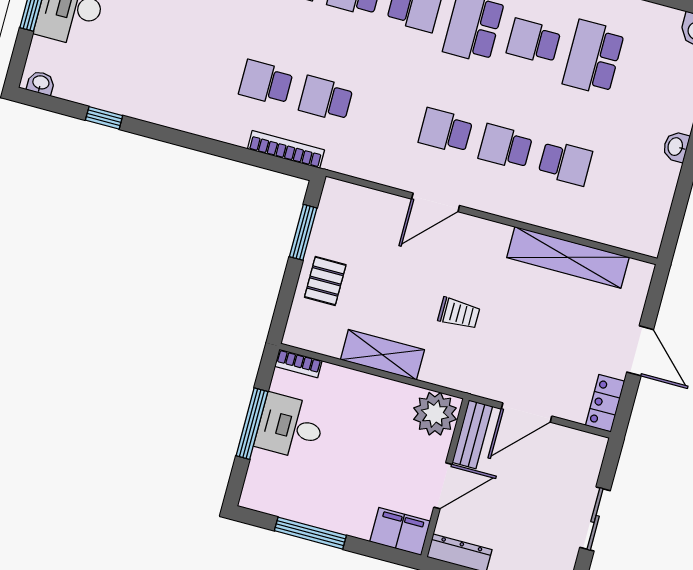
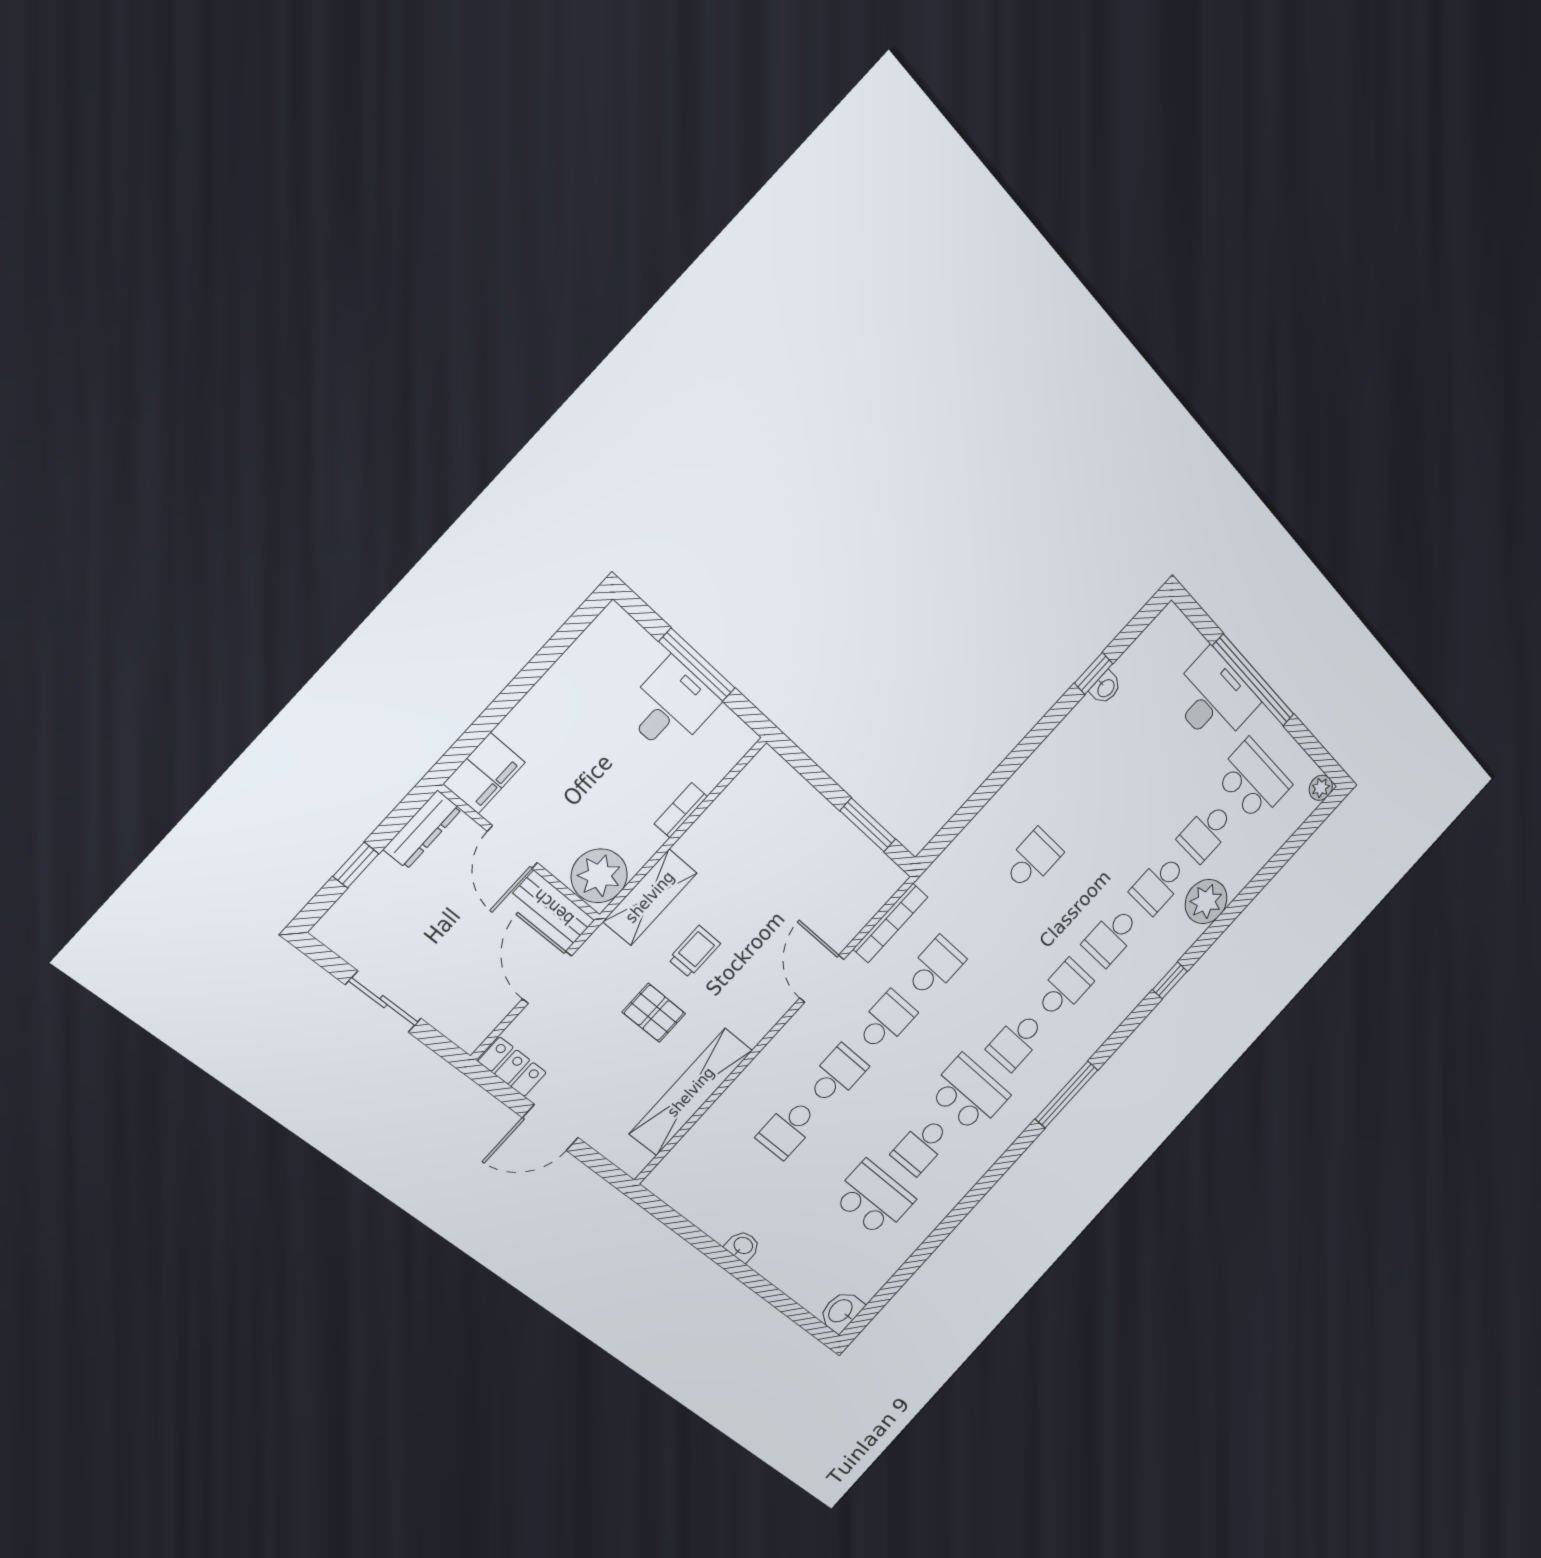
school desk: (534, 41) -> (921, 1146), turned 180
washbasin: (41, 83) -> (1106, 688), moved
school desk: (326, 99) -> (935, 967), moved
bookcase: (286, 149) -> (890, 923), moved
pallet: (325, 281) -> (654, 1013), moved
trolley: (459, 313) -> (694, 952), turned 180
shelving: (382, 355) -> (650, 897), moved
bookcase: (298, 363) -> (681, 810), moved
window: (310, 533) -> (537, 668), removed

